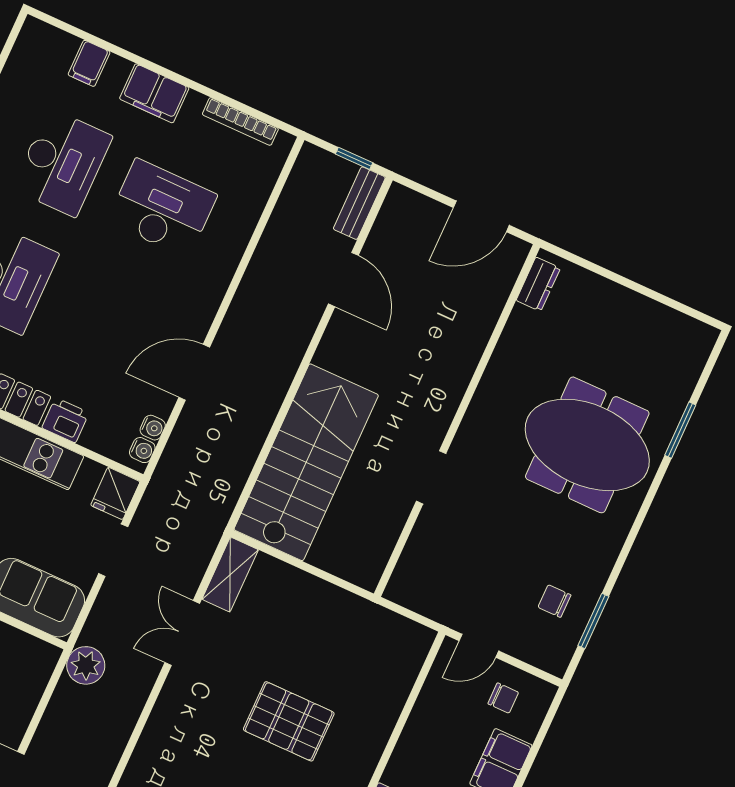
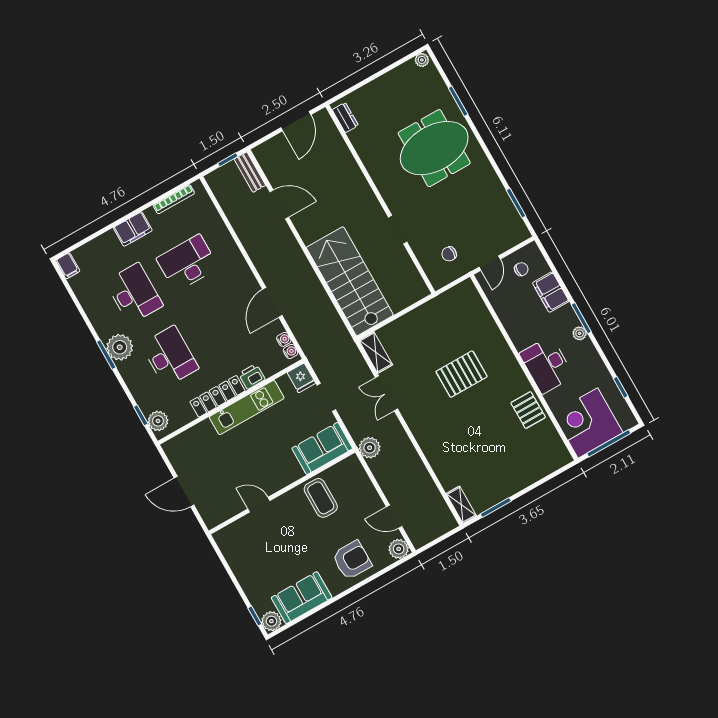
filing cabinet: (89, 63) -> (68, 266), moved
plant: (702, 335) -> (422, 60), added
chair: (554, 601) -> (449, 254), moved

